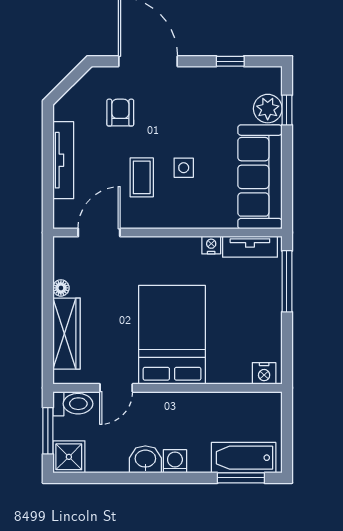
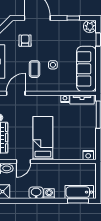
plant: (268, 109) -> (90, 27), moved
bed: (172, 335) -> (43, 138), width x0.67

